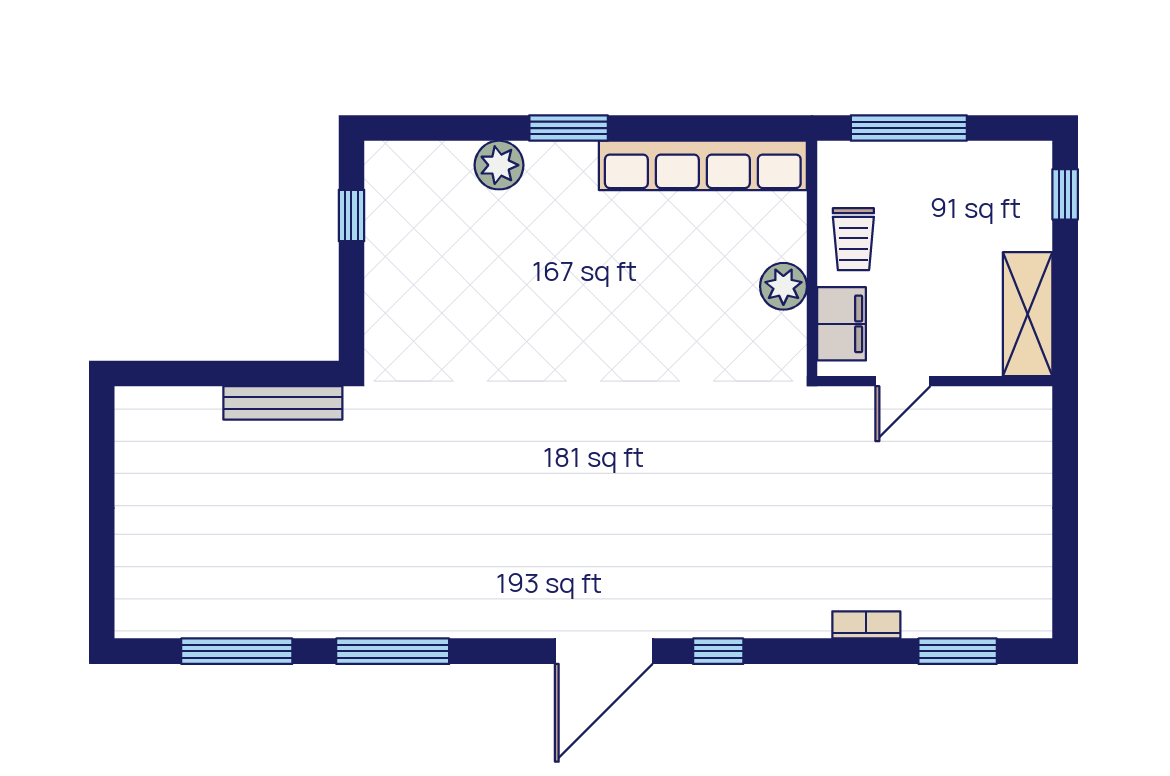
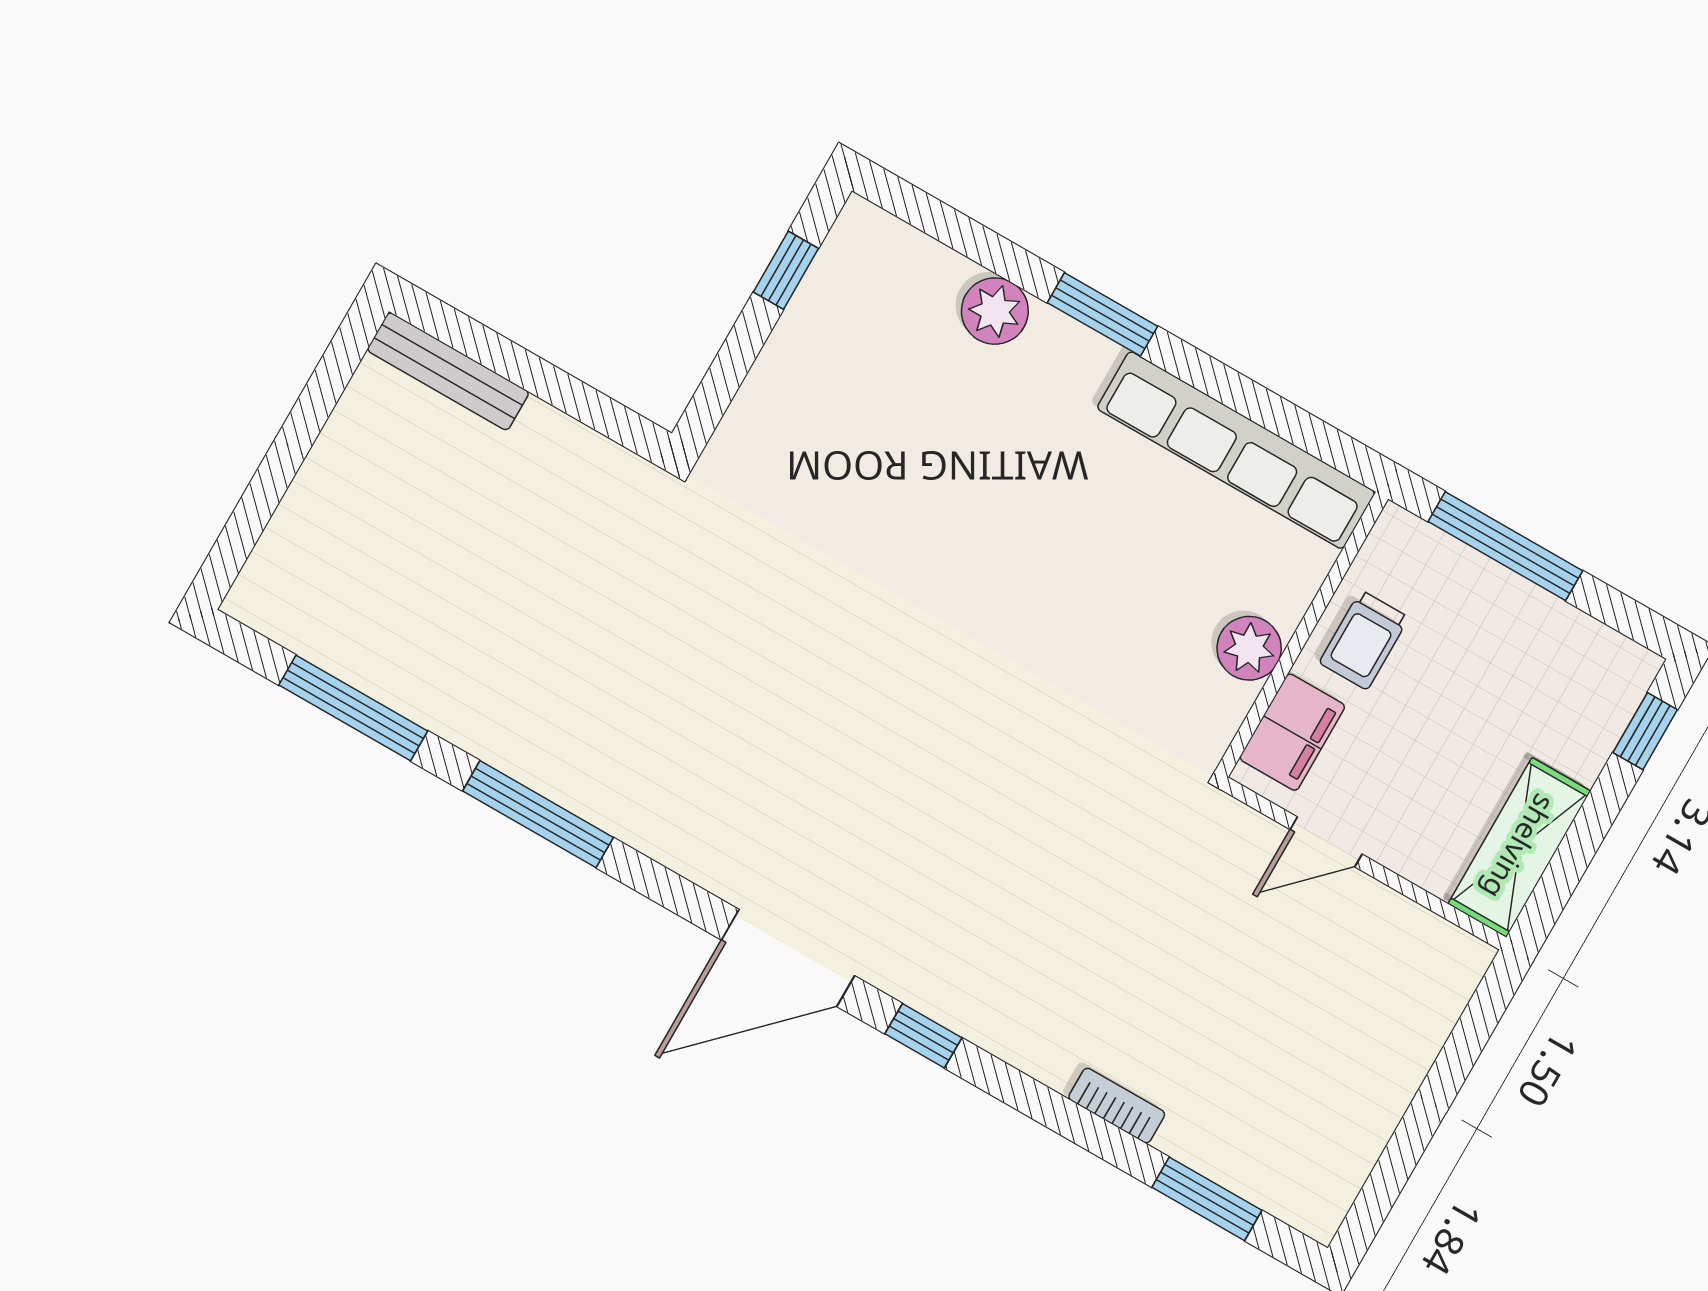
bench: (283, 403) -> (448, 371), moved

